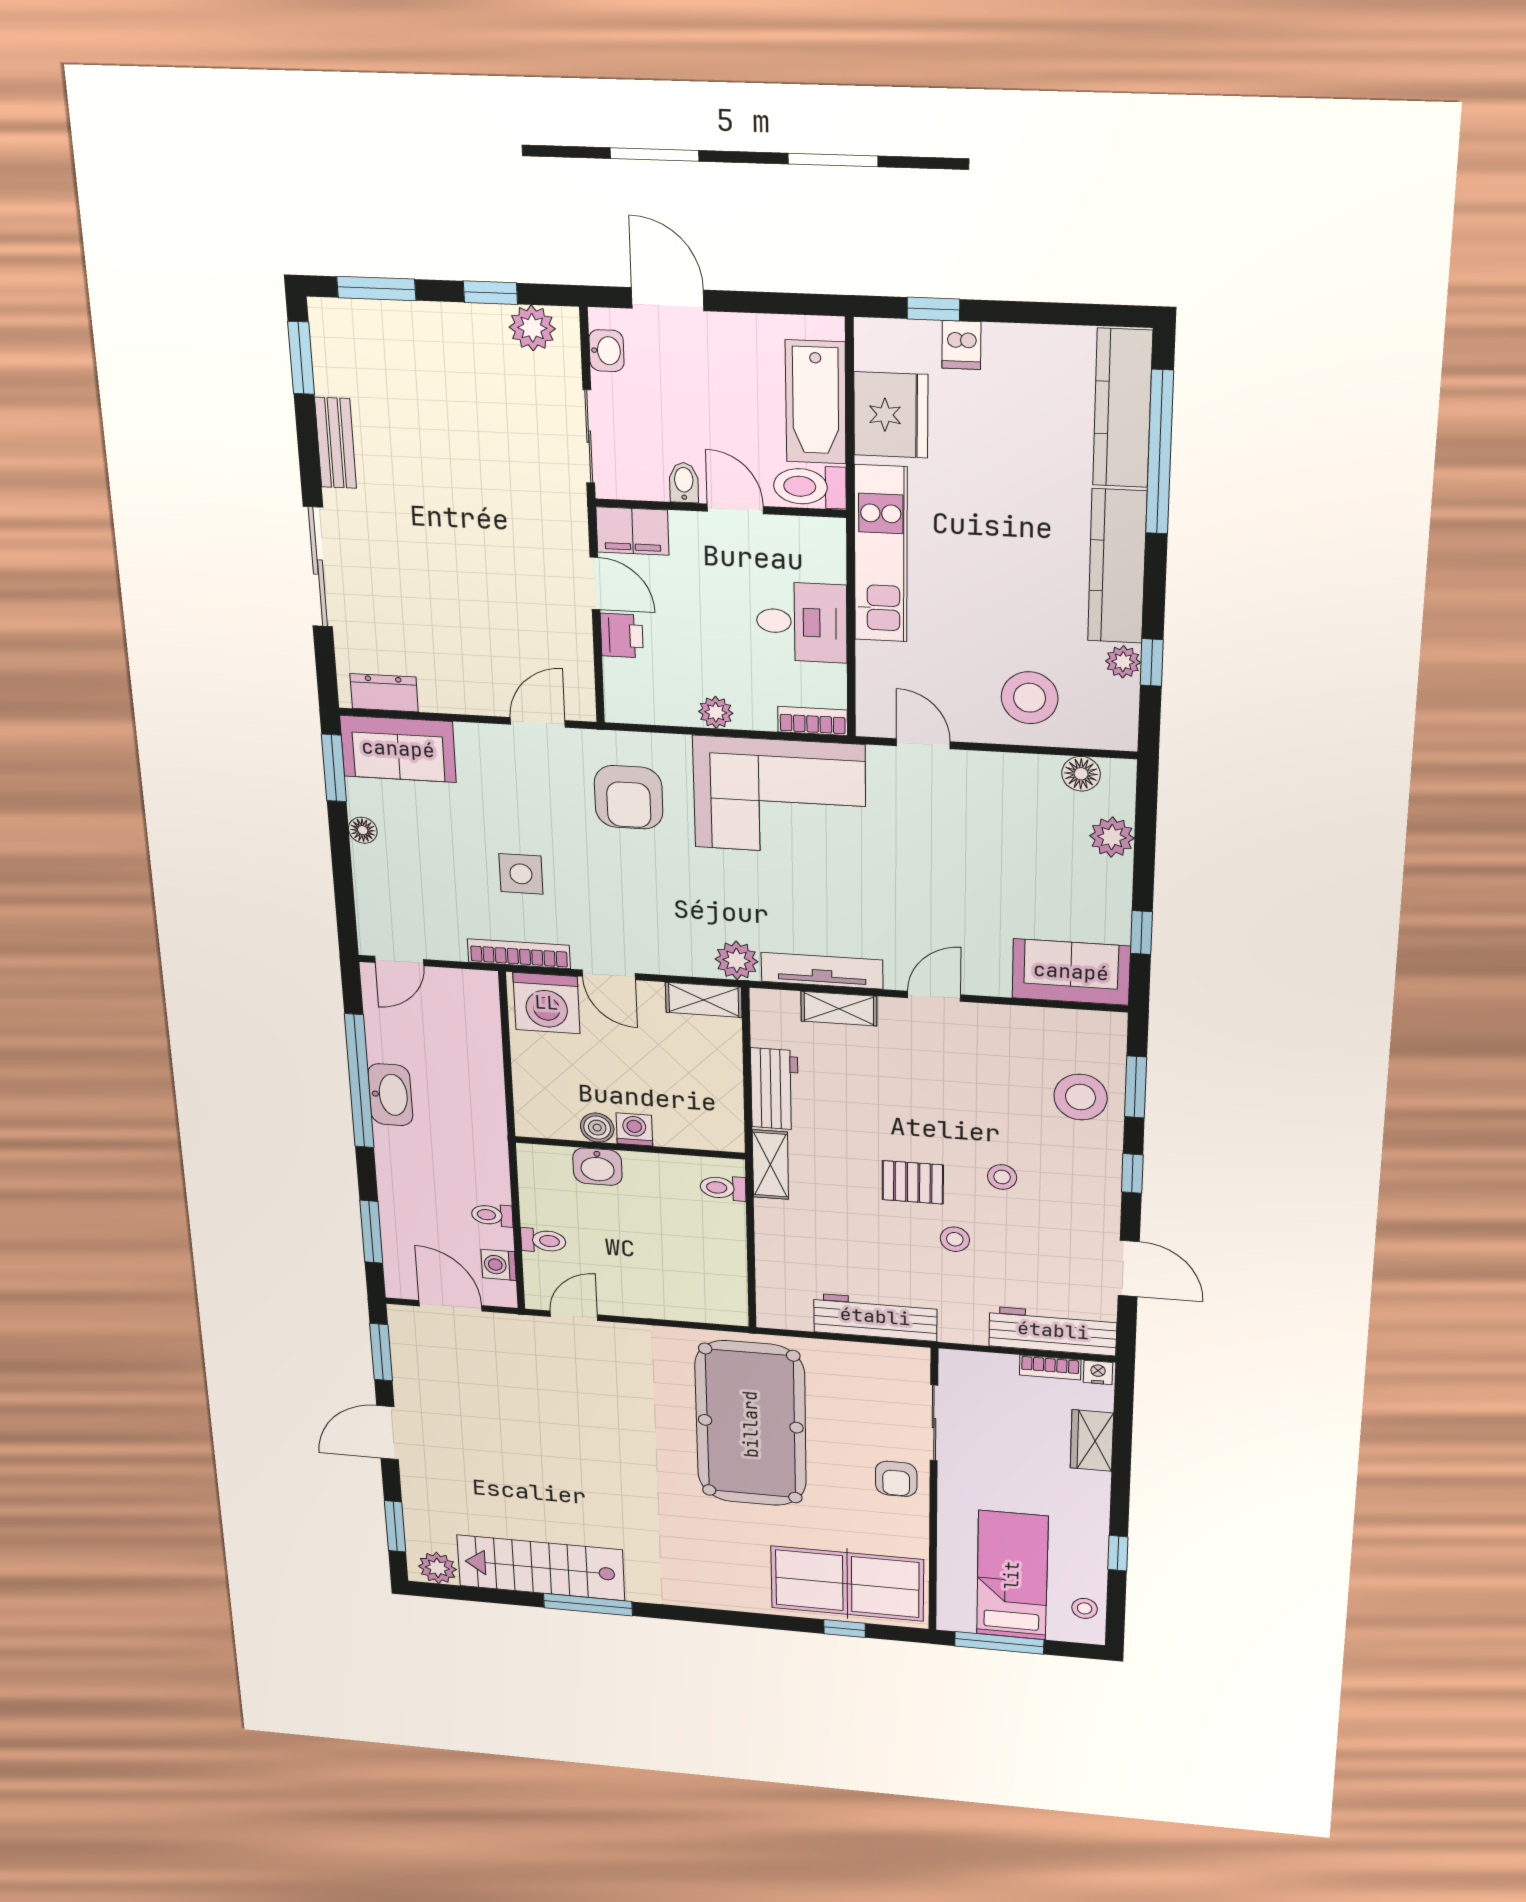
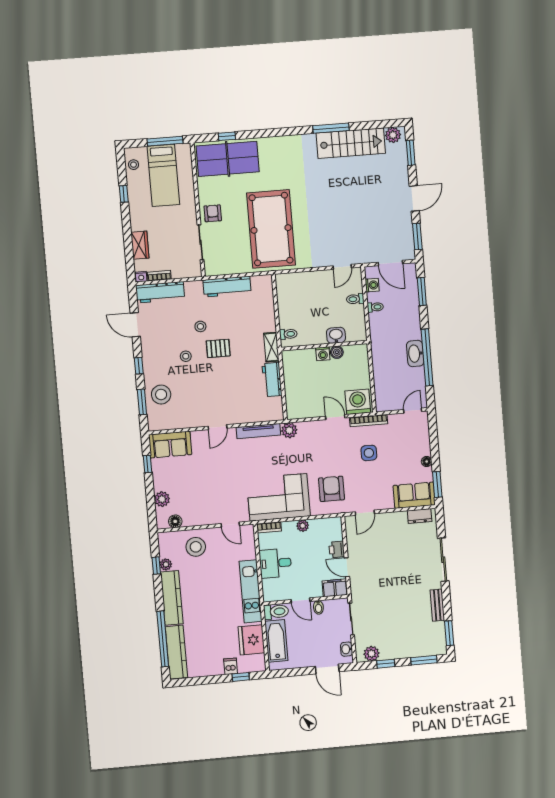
shelving: (704, 1000) -> (300, 412), removed
shelving: (839, 1009) -> (251, 417), removed

